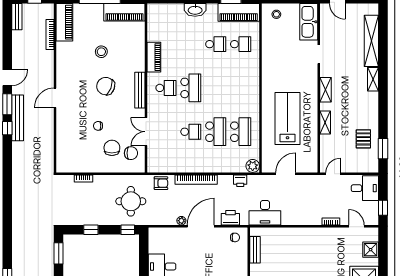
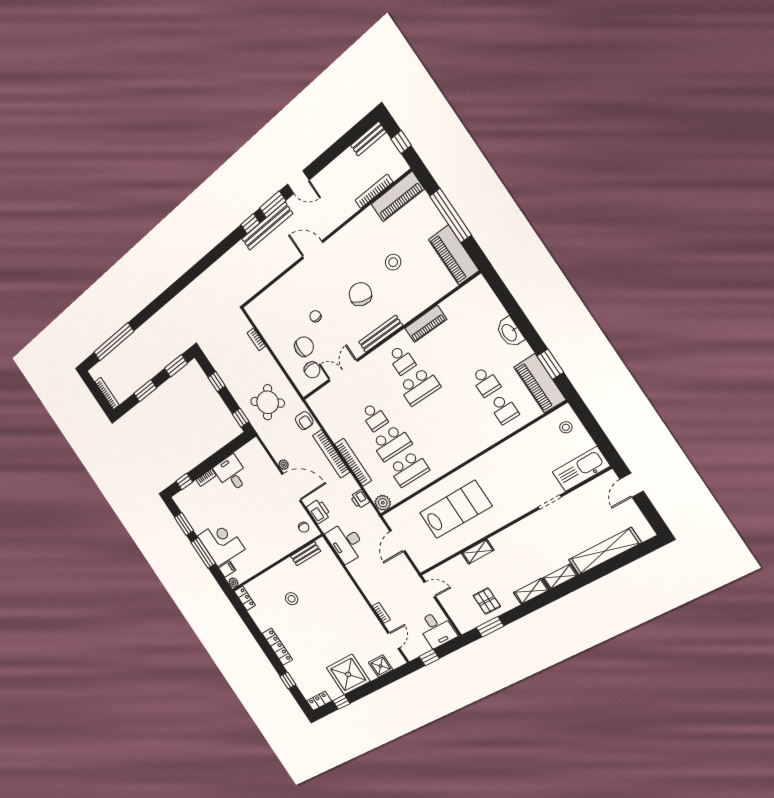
shelving: (326, 90) -> (531, 591), moved
pallet: (363, 139) -> (487, 601), turned 90
bookcase: (212, 168) -> (353, 462), added
door: (286, 174) -> (398, 541), swing flipped
round table: (131, 201) -> (268, 402), turned 37

